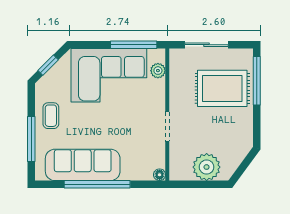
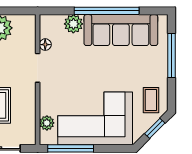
coffee table: (51, 116) -> (151, 100), moved
plant: (131, 171) -> (73, 24), added
floor lamp: (160, 175) -> (45, 45), moved

